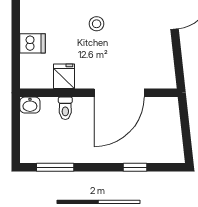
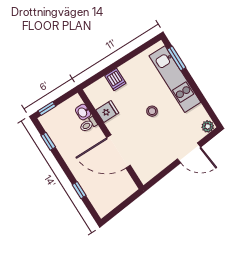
washbasin: (30, 105) -> (83, 112), moved
window: (16, 145) -> (47, 109), added
window: (55, 167) -> (48, 141), width x0.67

